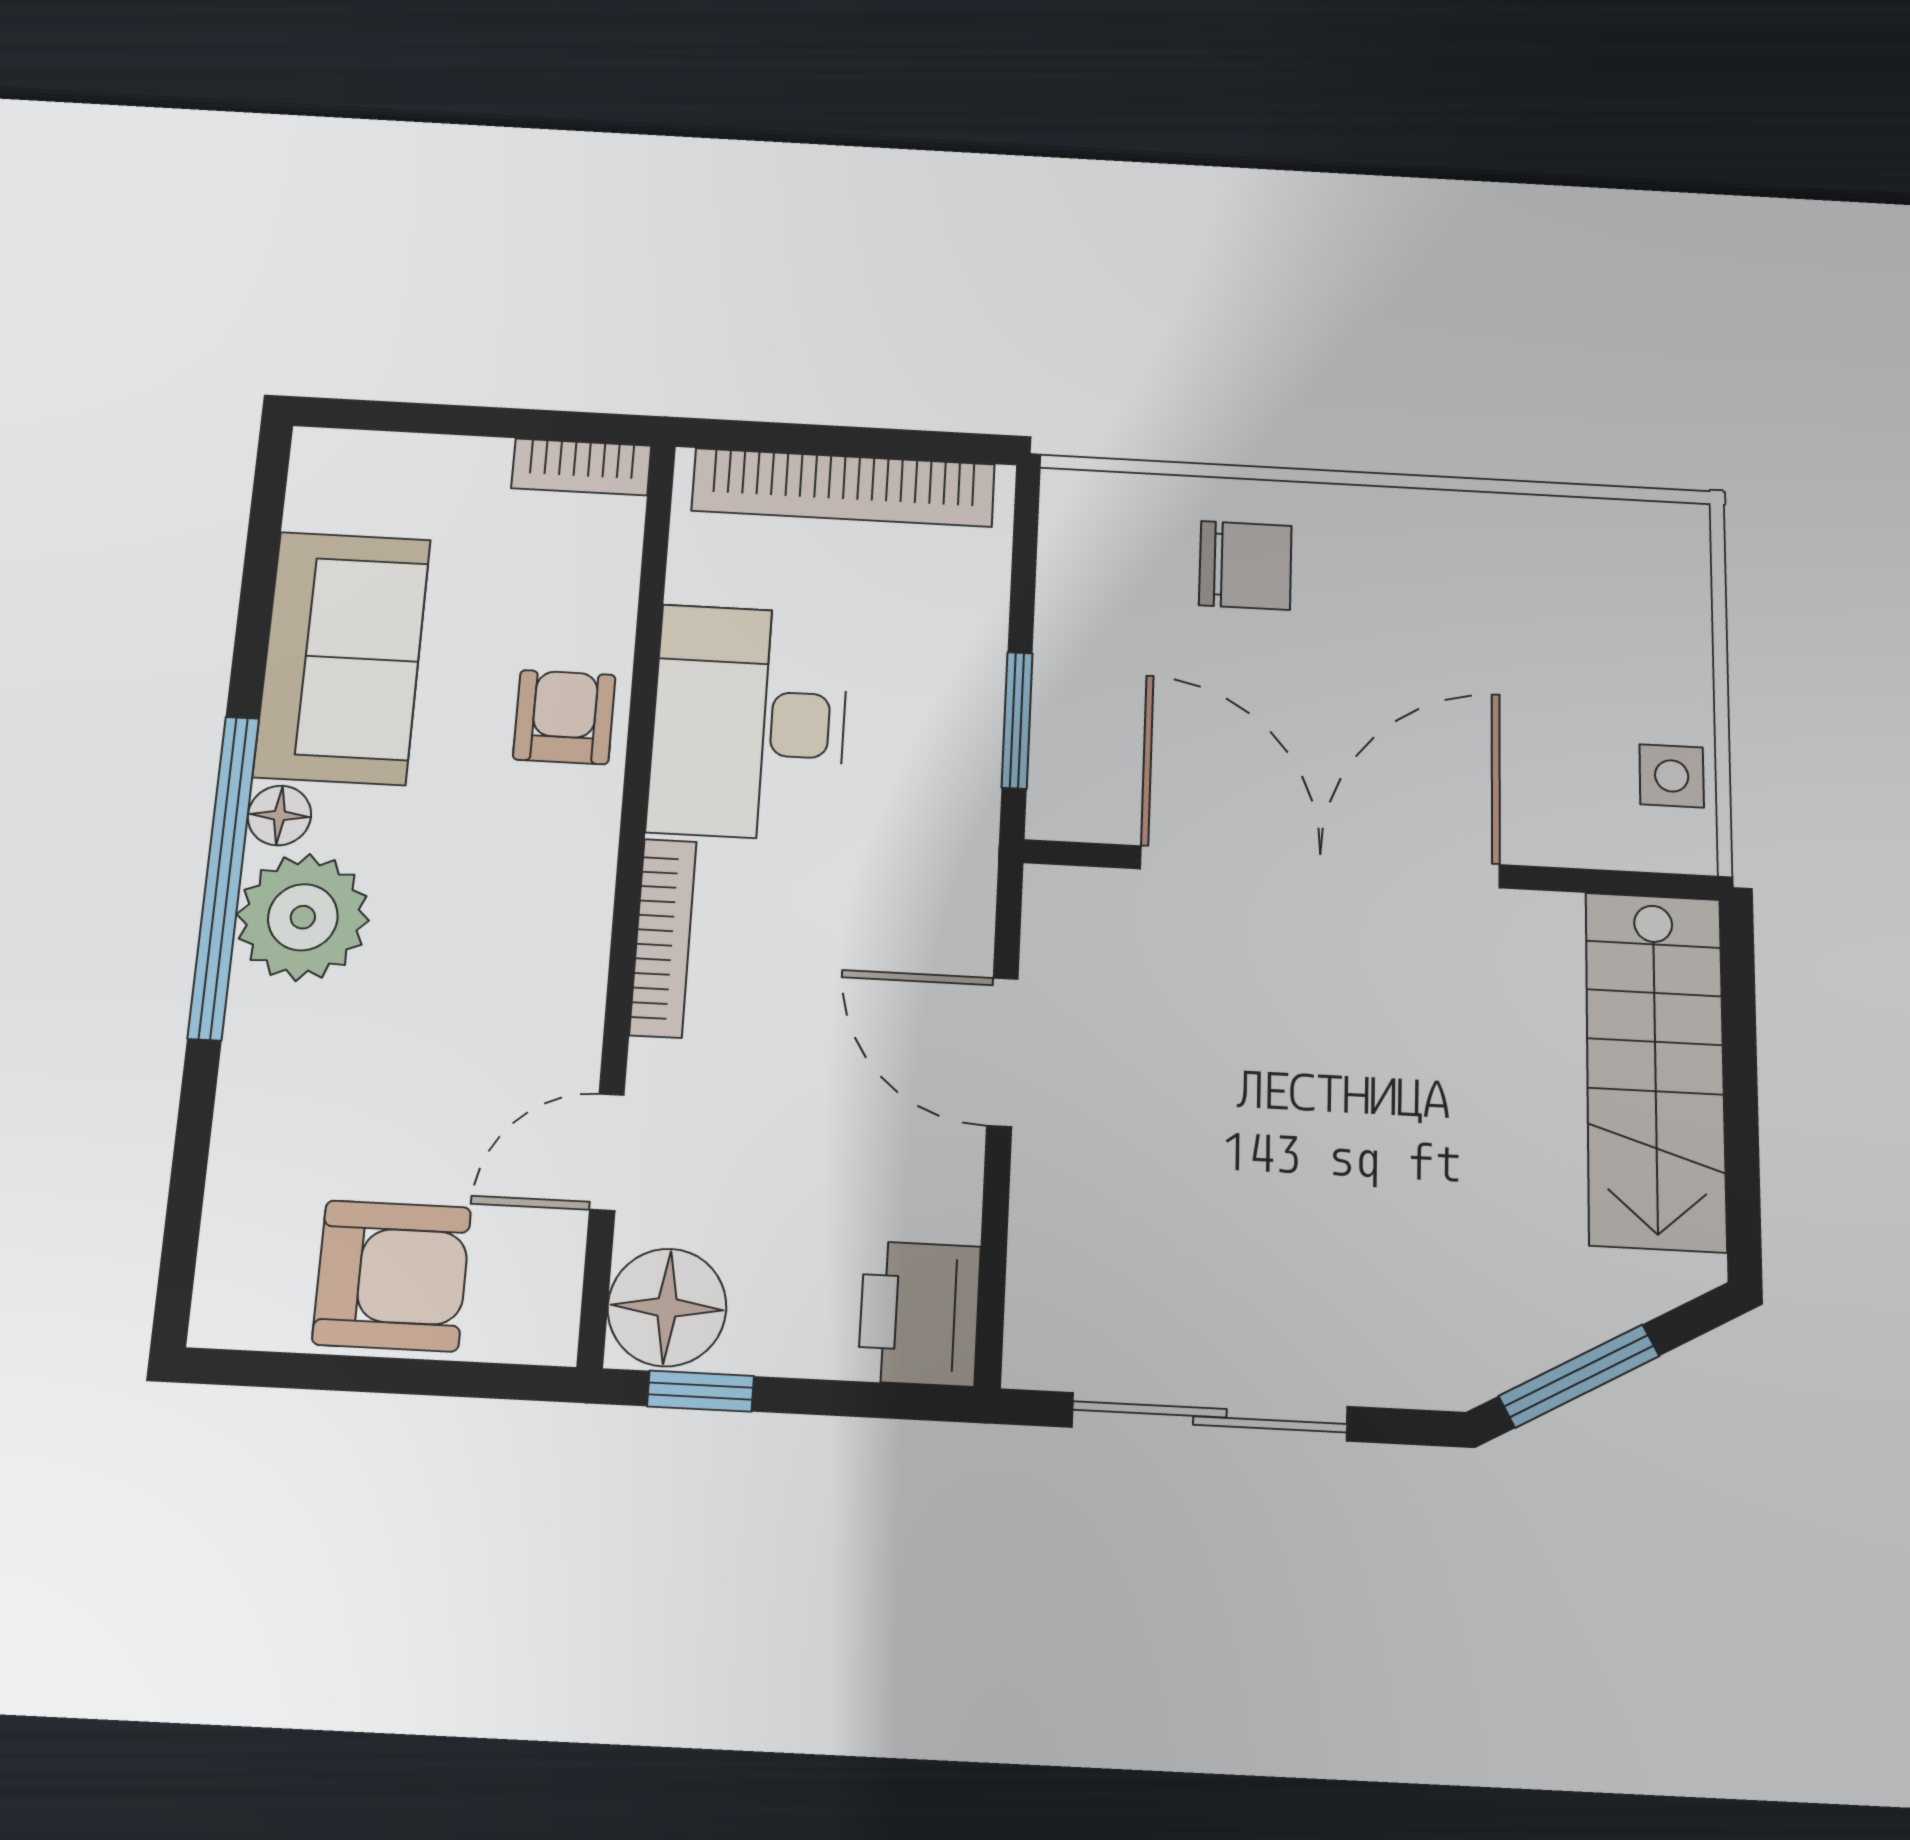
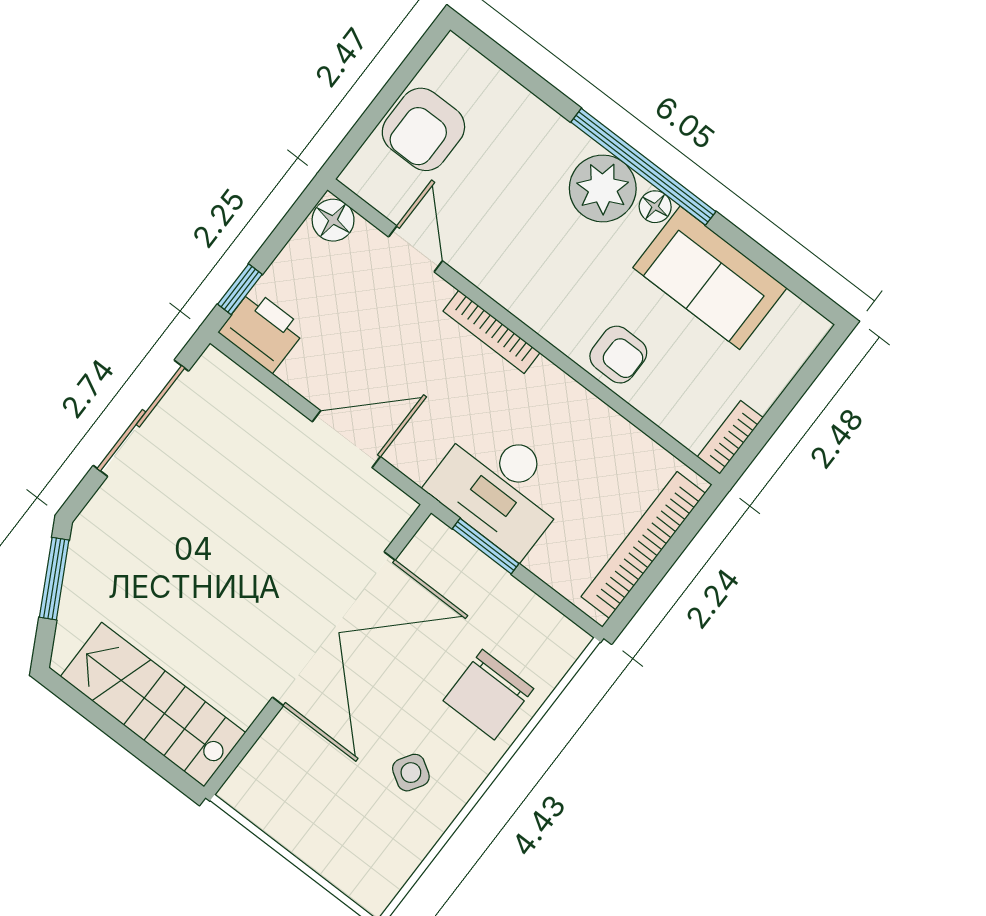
chair: (1245, 565) -> (488, 695), width x1.37, depth x1.37
desk: (749, 722) -> (500, 487), moved, turned 180
side table: (1672, 776) -> (411, 773), moved, turned 32
floor lamp: (667, 1307) -> (333, 220), width x0.73, depth x0.73
window: (701, 1391) -> (240, 289), moved

